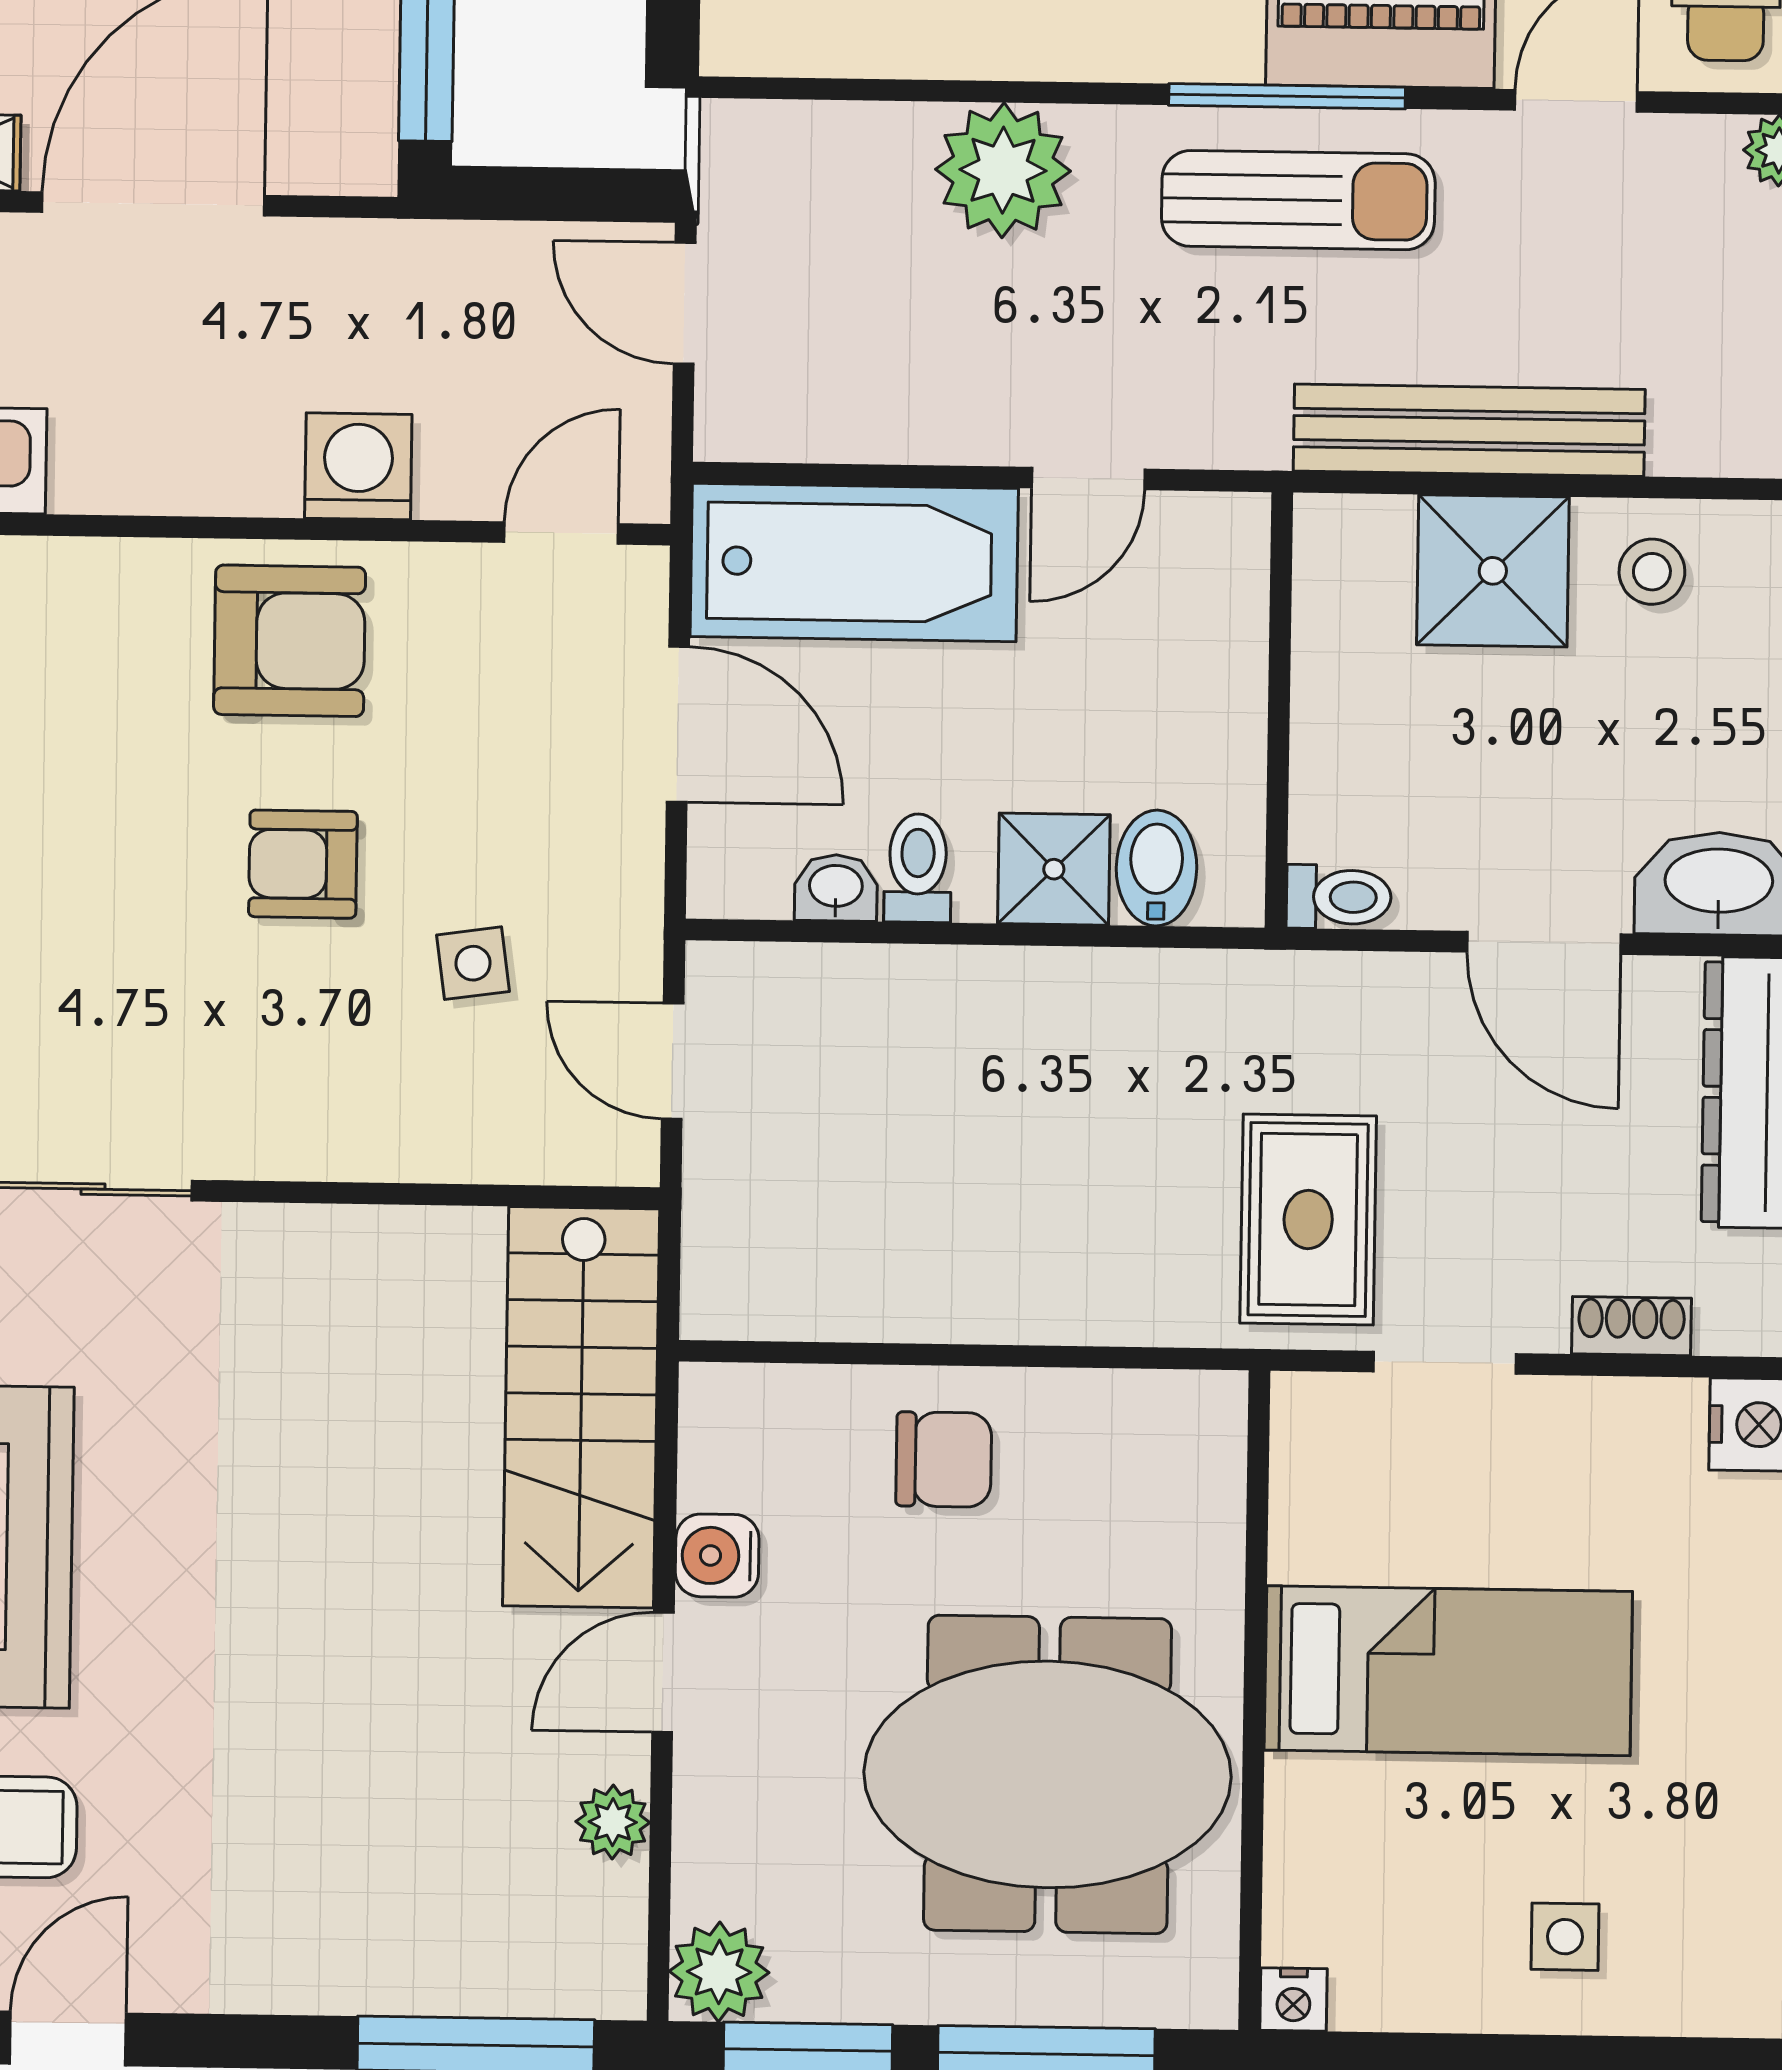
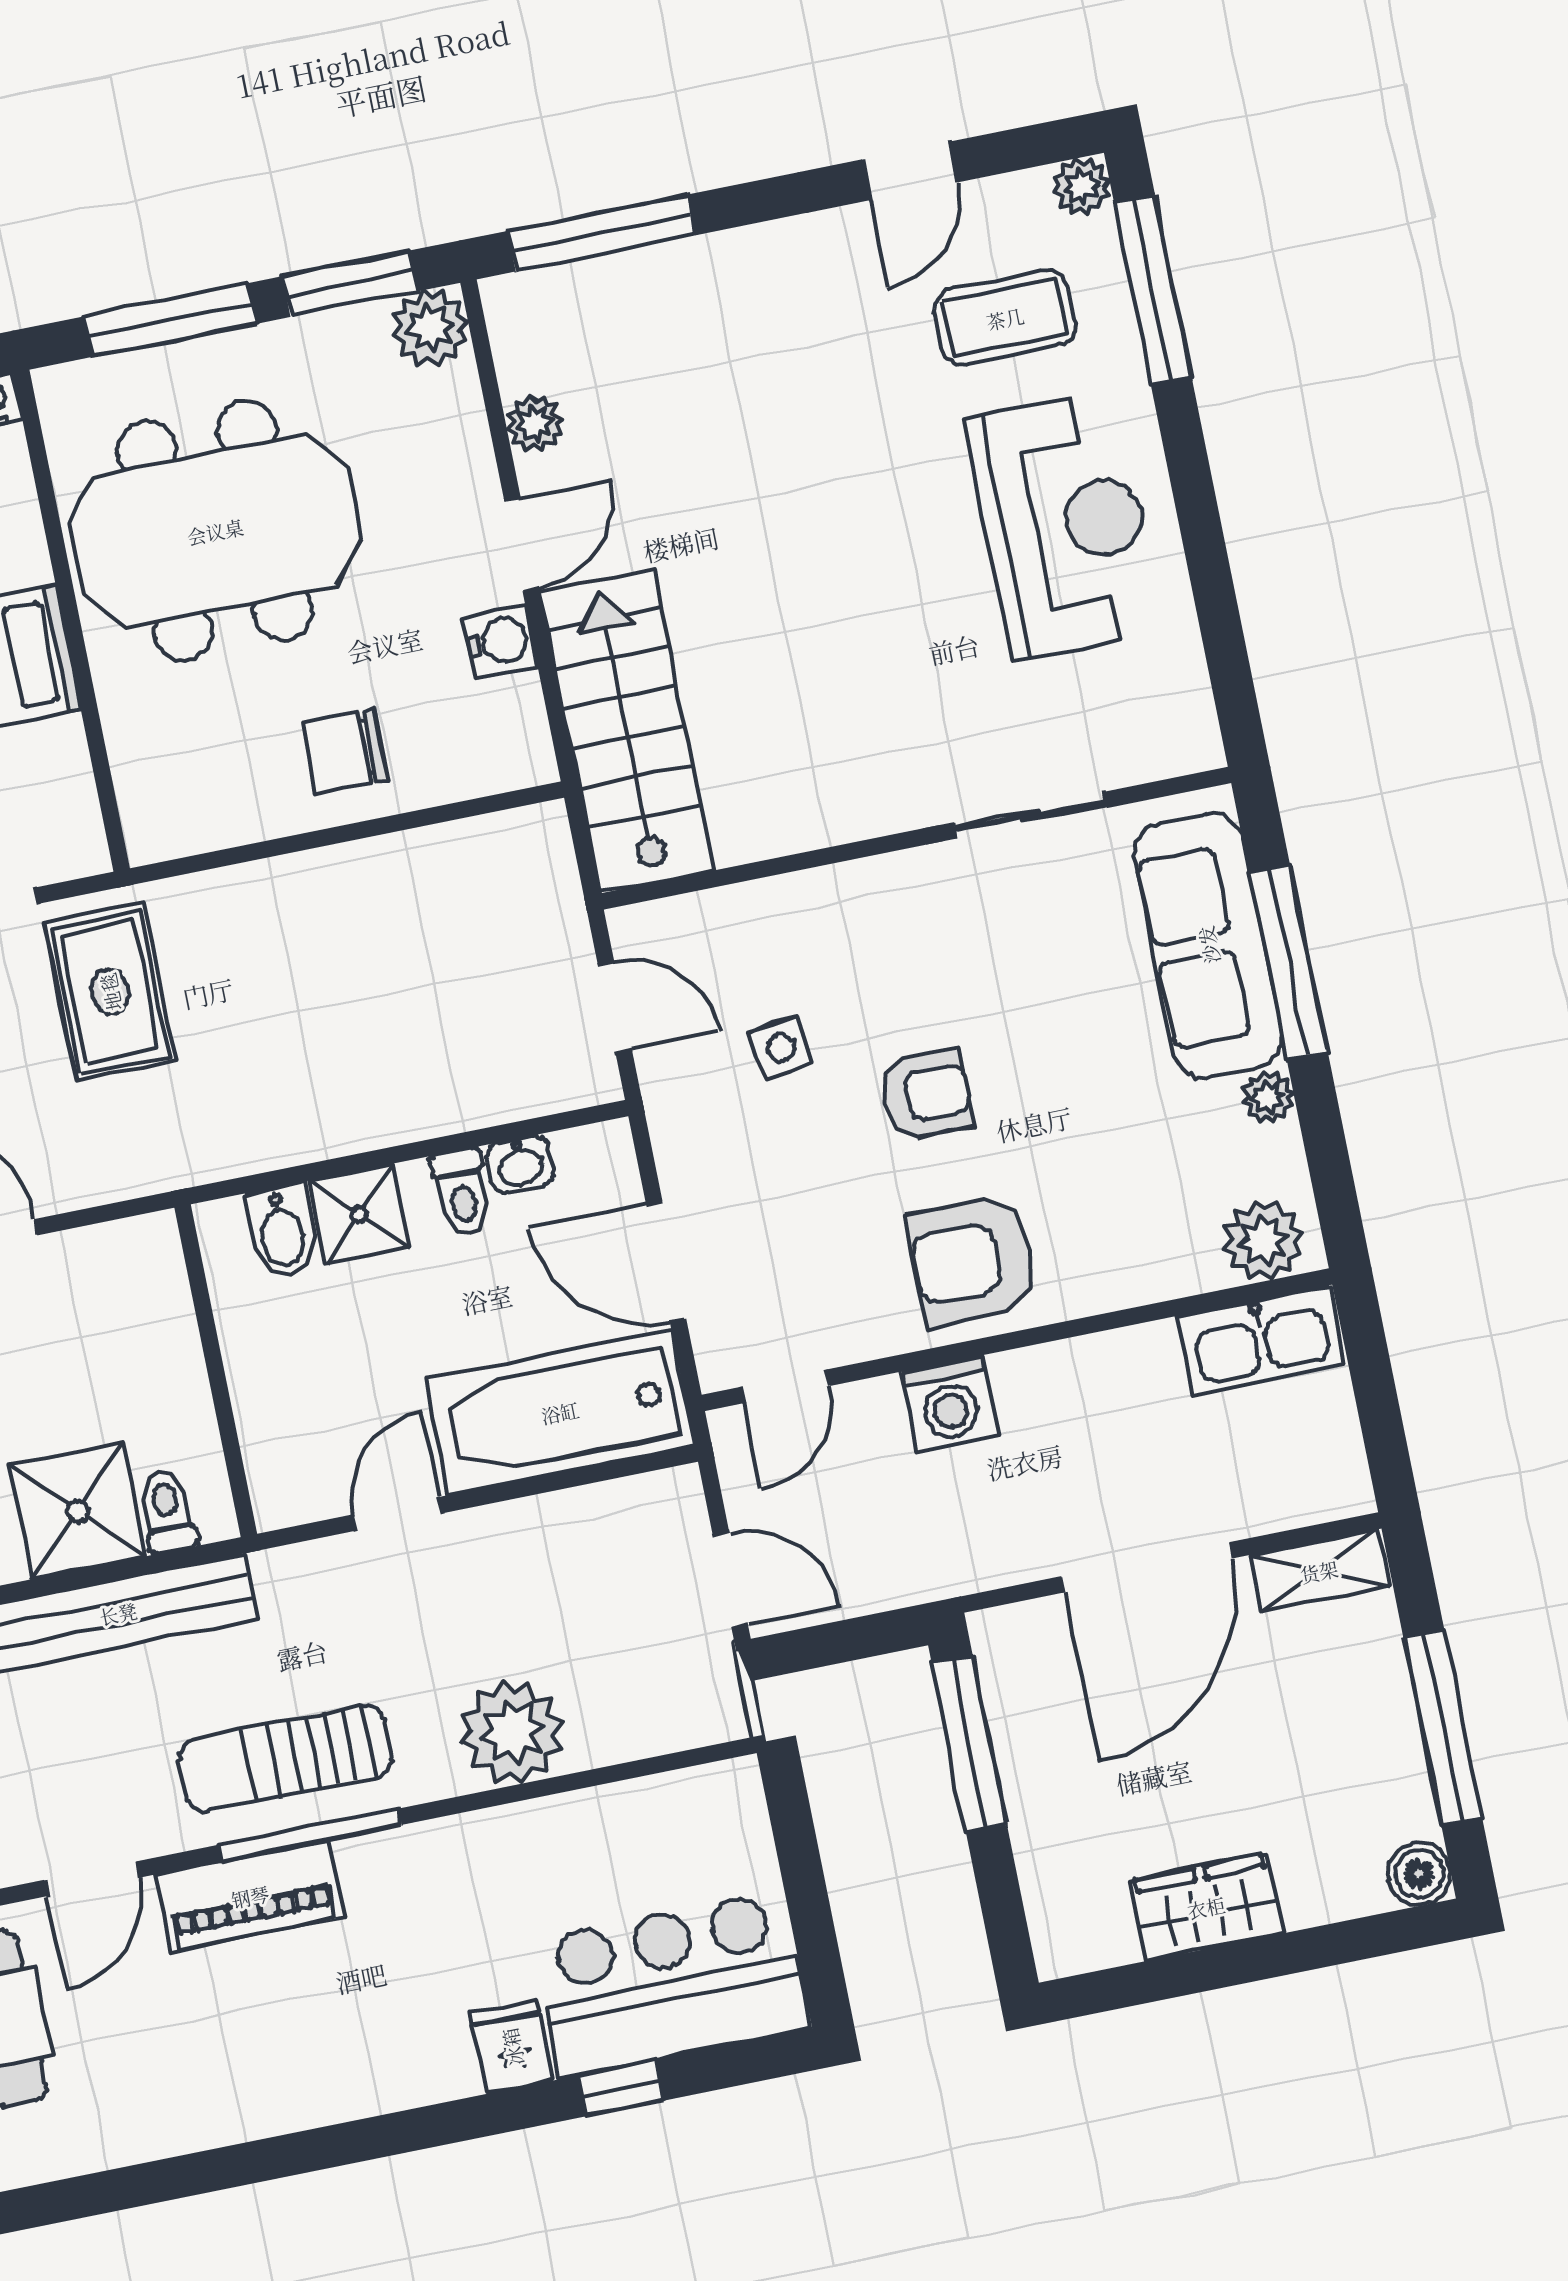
toilet: (1339, 897) -> (167, 1511), moved, turned 90

